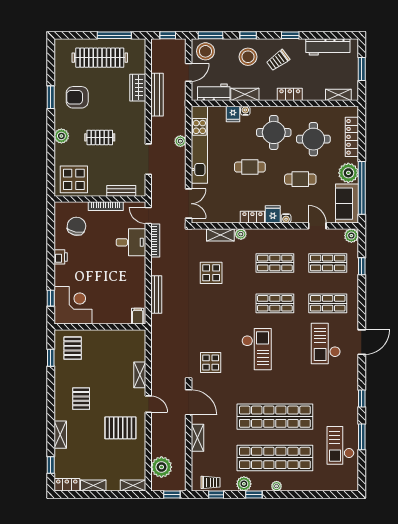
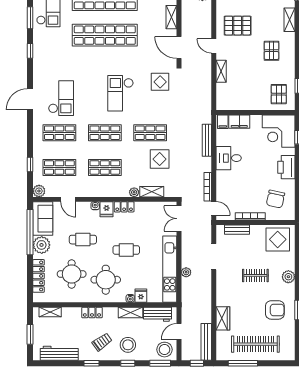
bench: (157, 95) -> (206, 342), moved
desk: (131, 242) -> (229, 158), moved
printer: (61, 257) -> (286, 167), width x1.87, depth x1.48
shop shelf: (222, 303) -> (150, 133), added
filing cabinet: (119, 316) -> (239, 122), added

